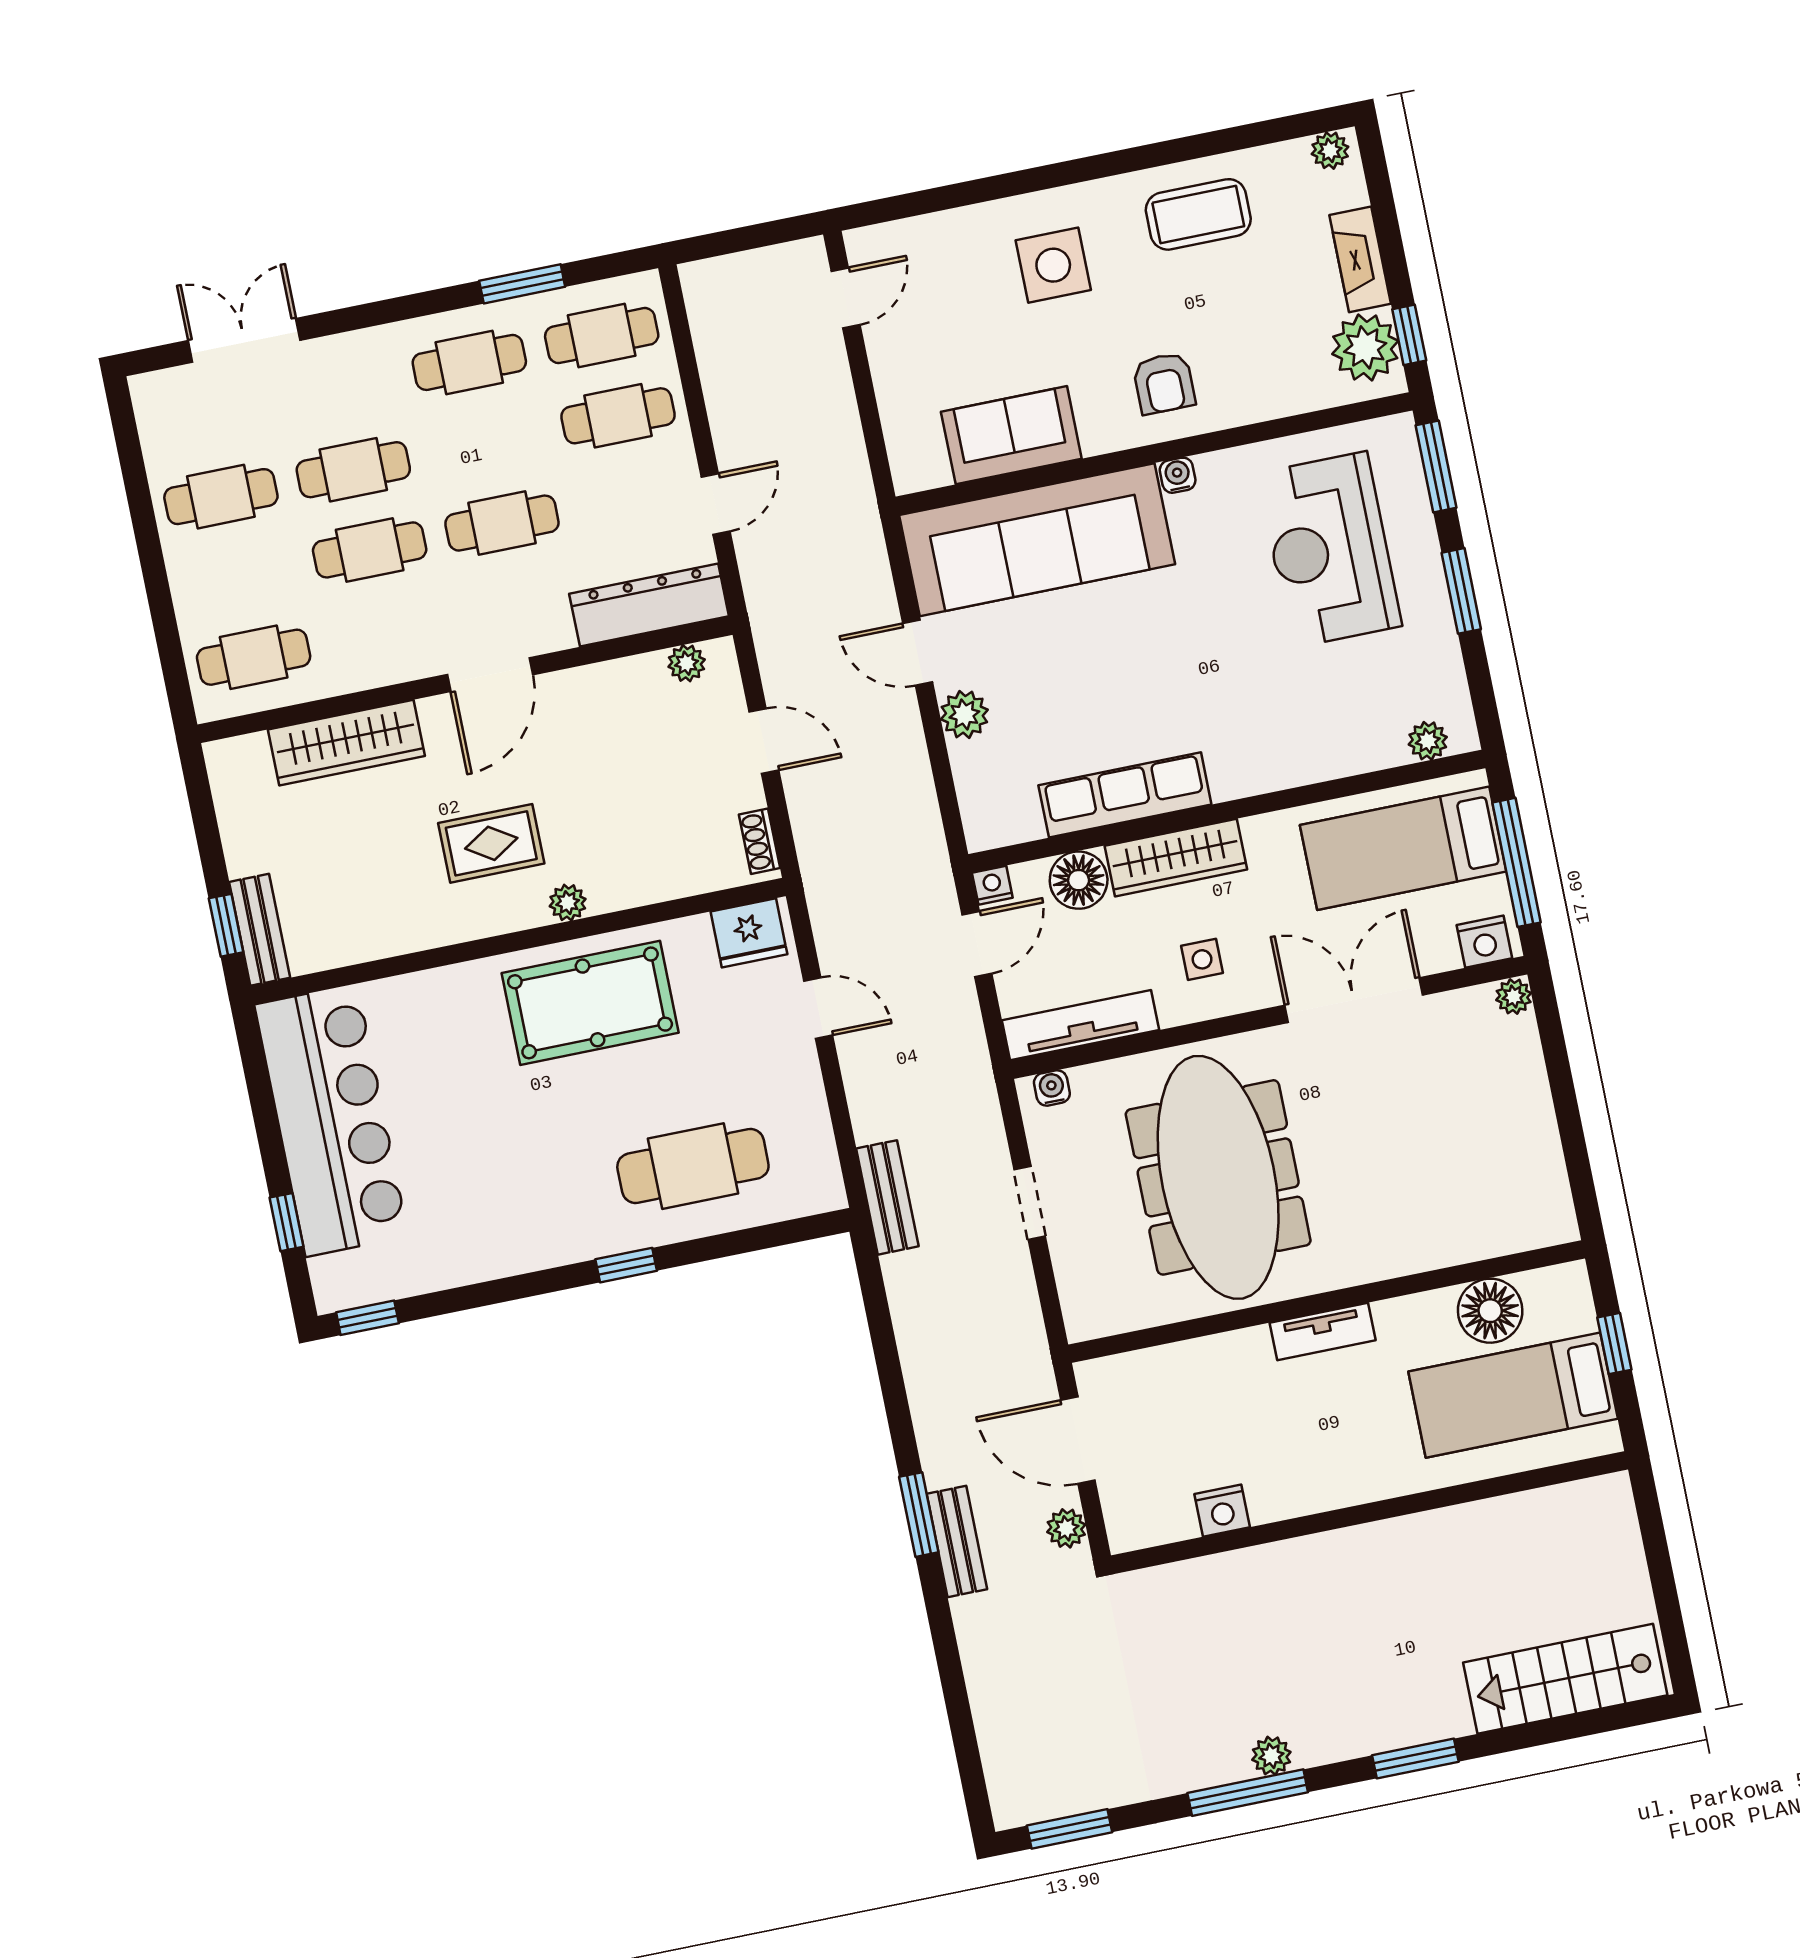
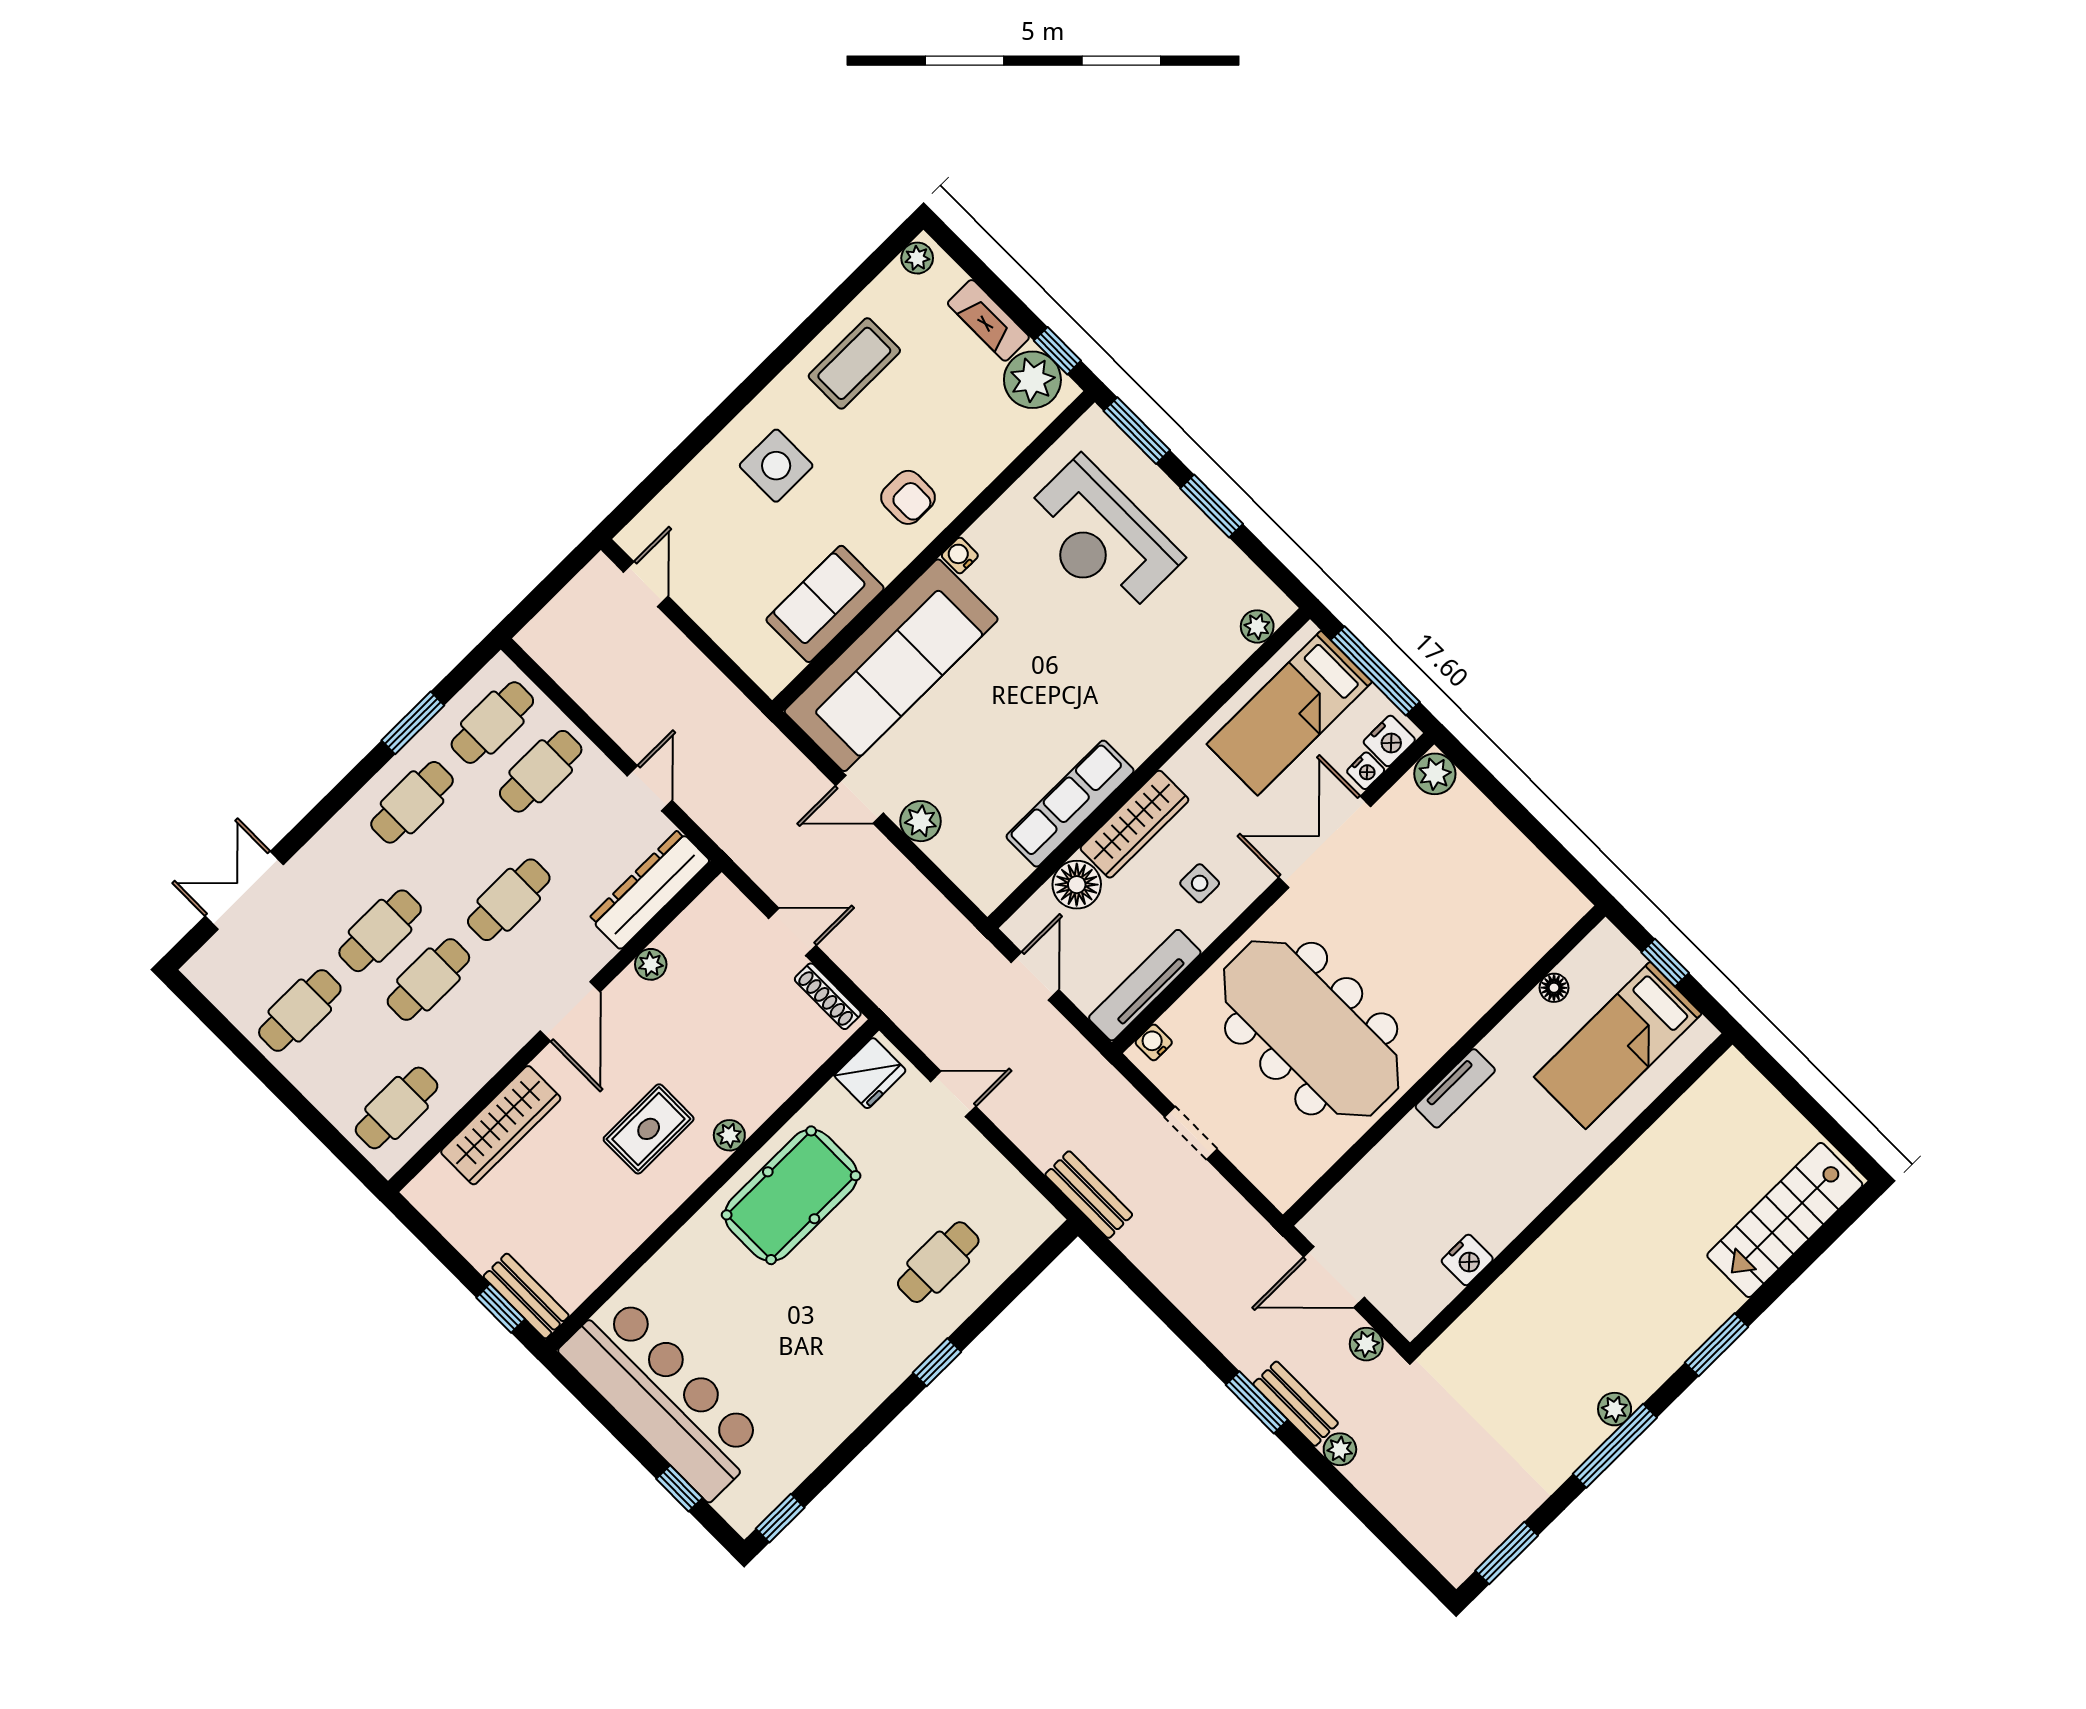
plant: (687, 663) -> (651, 964), moved
shoe rack: (760, 841) -> (828, 996), width x1.43
nightstand: (992, 885) -> (1366, 771), moved, turned 180
plant: (1514, 996) -> (1435, 774), width x1.38, depth x1.38
cafe table: (693, 1166) -> (938, 1262), width x0.73, depth x0.74
floor lamp: (1490, 1311) -> (1554, 988), width x0.53, depth x0.53
plant: (971, 1616) -> (1340, 1449), added

